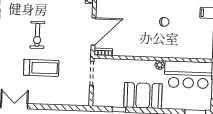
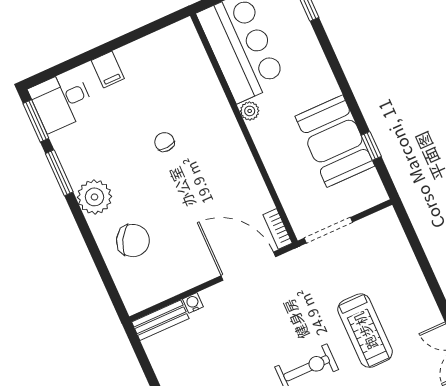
treadmill: (41, 68) -> (365, 331), turned 180
booth: (143, 96) -> (335, 141), moved

